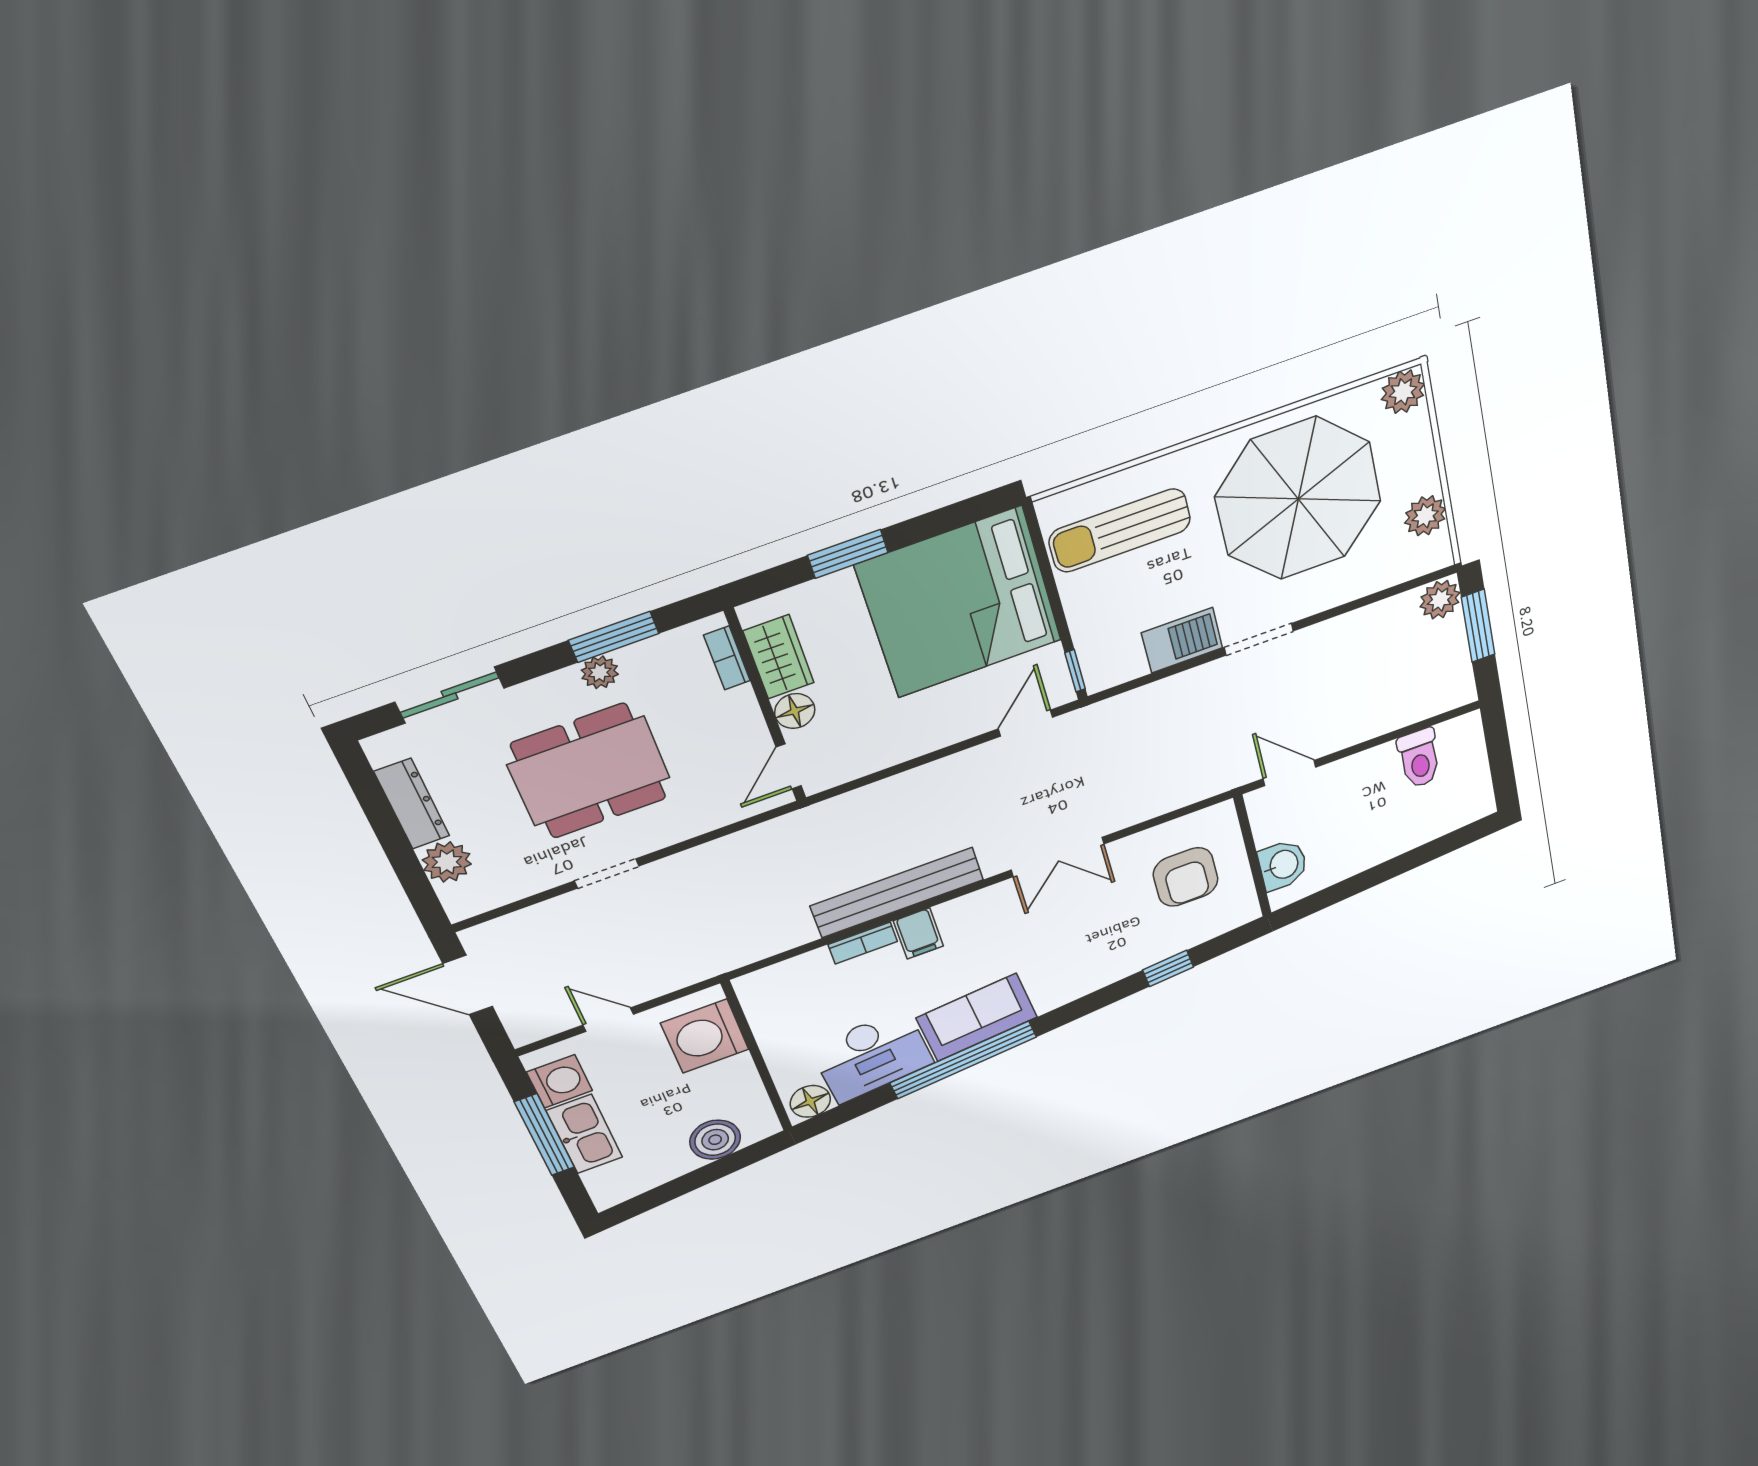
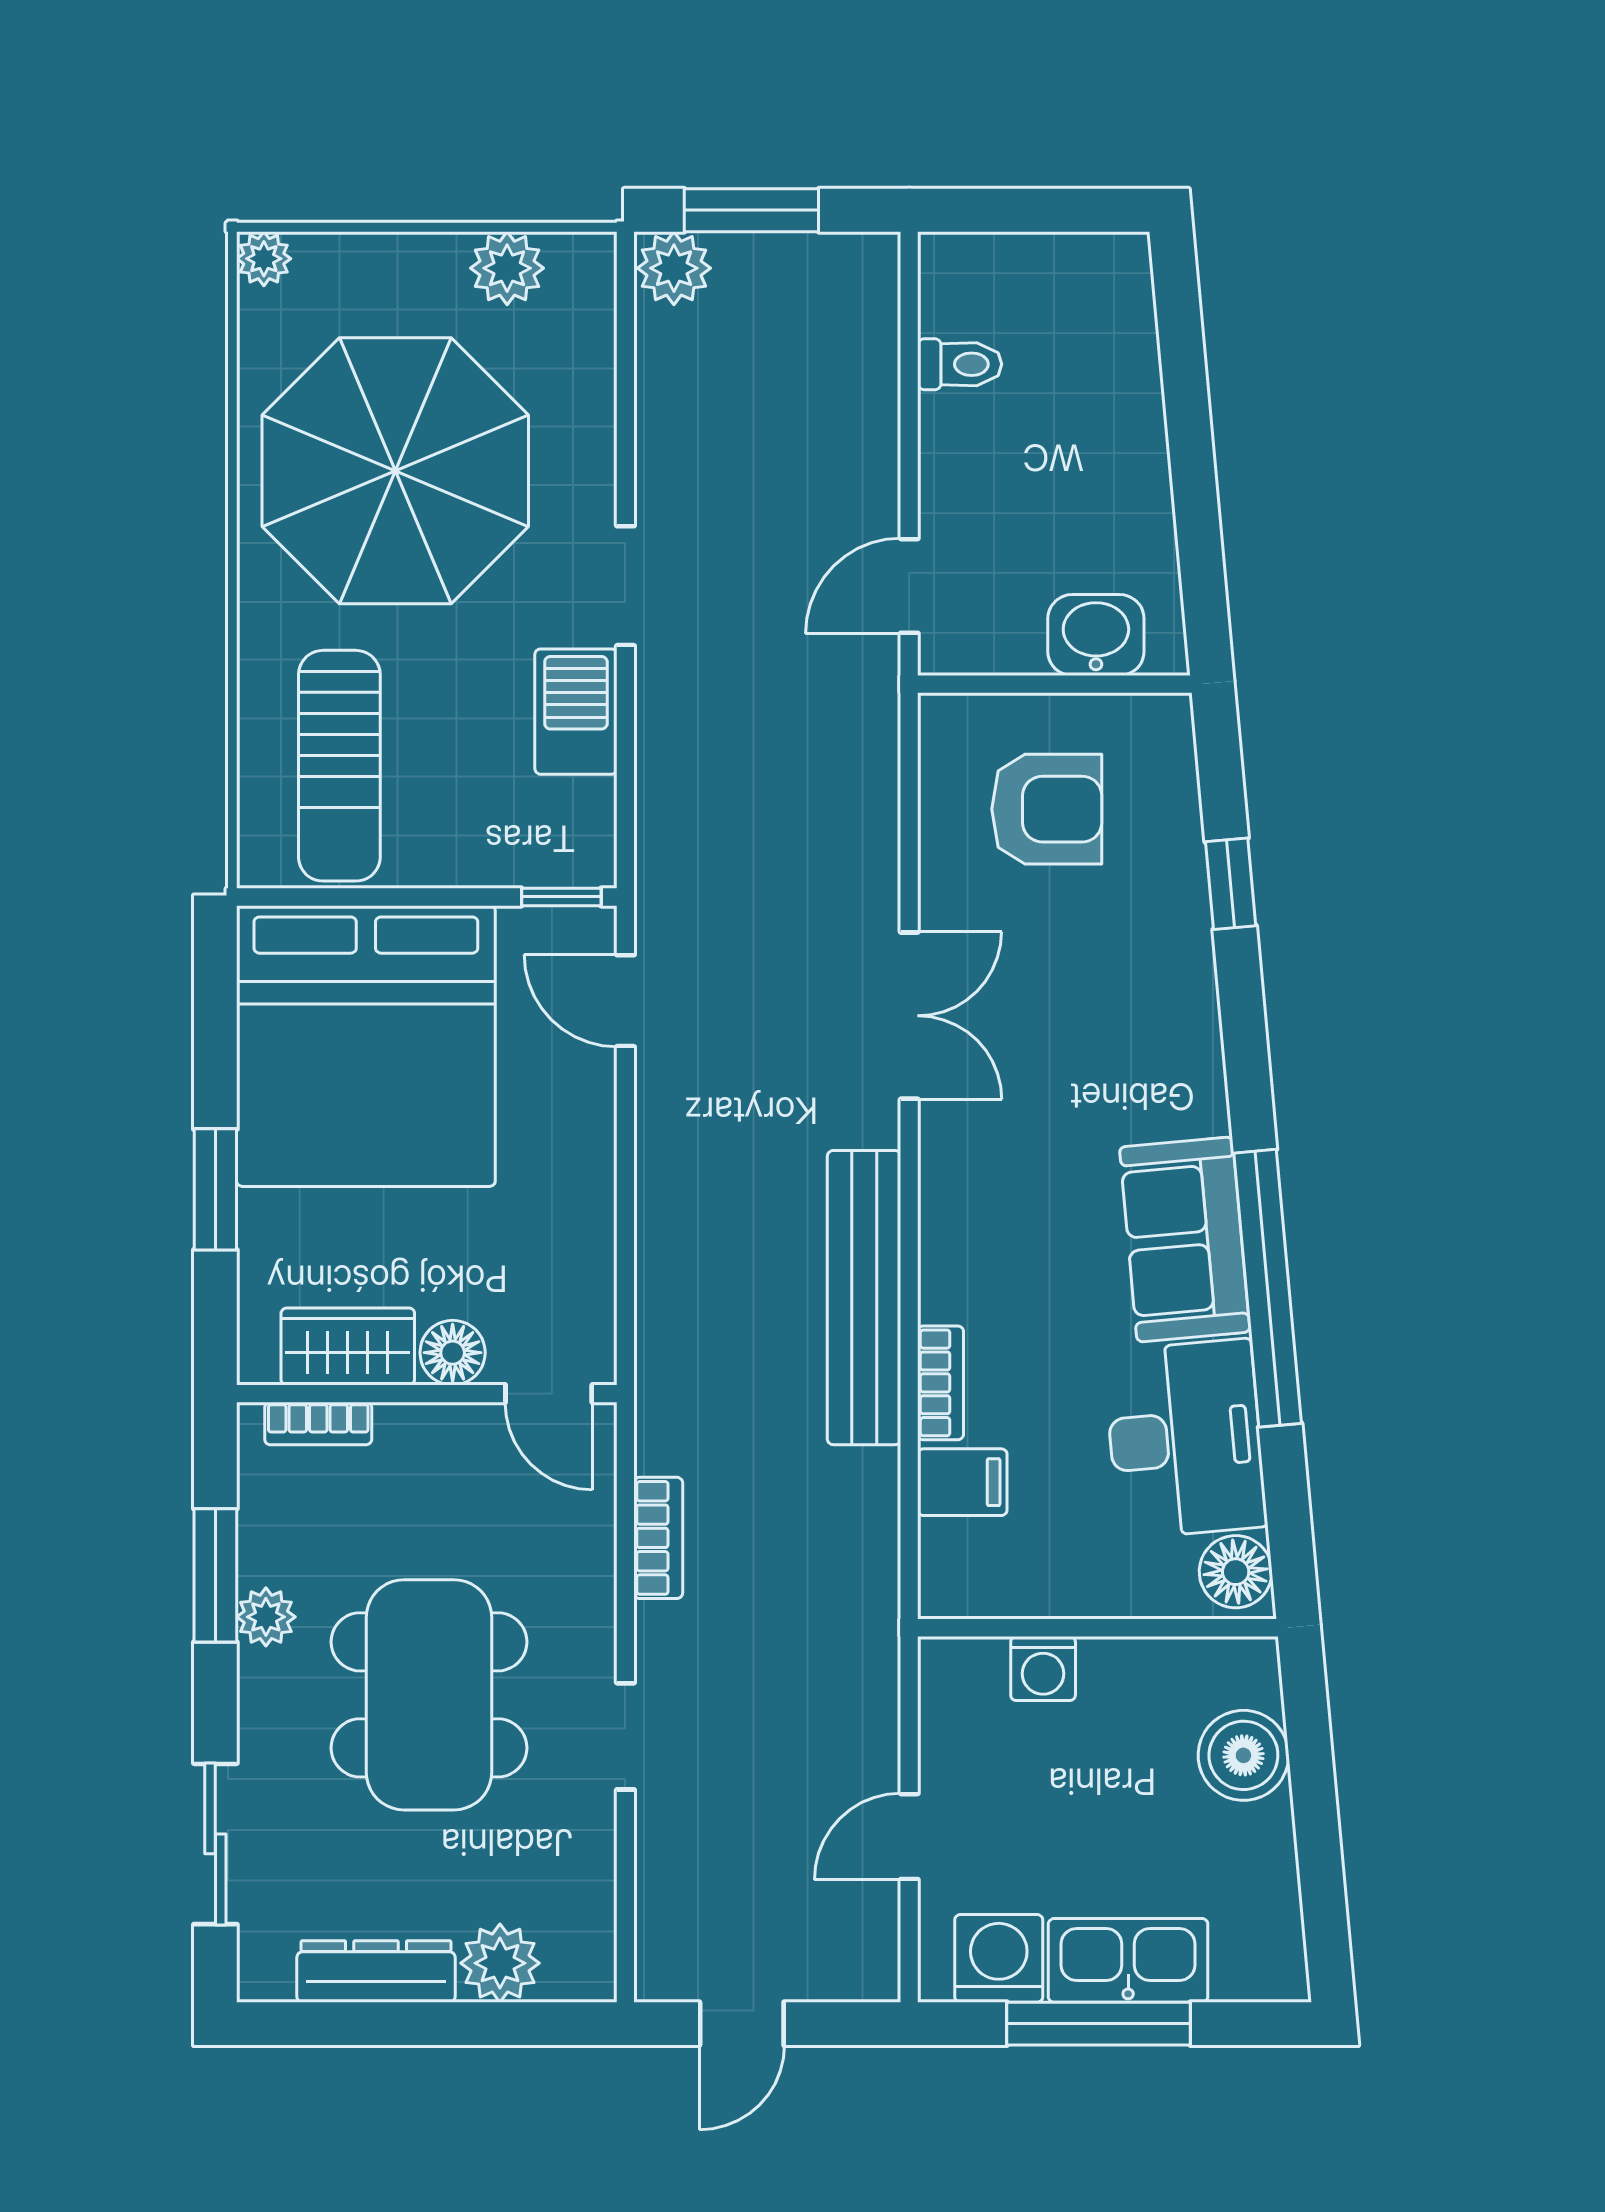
plant: (1403, 392) -> (264, 259), width x0.73, depth x0.73
toilet: (1419, 758) -> (960, 364), width x0.73, depth x0.72
bookcase: (727, 848) -> (658, 1538), added
filing cabinet: (918, 933) -> (962, 1482), moved
door: (468, 985) -> (742, 2024), width x0.73
washing machine: (705, 1036) -> (1043, 1668), width x0.53, depth x0.53

